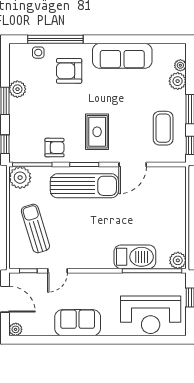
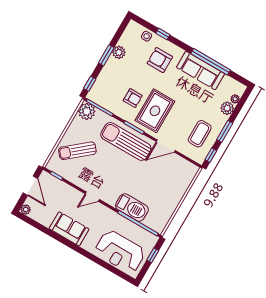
window: (55, 39) -> (163, 34), width x0.32
window: (128, 39) -> (211, 62), added
rug: (97, 132) -> (155, 111), width x1.36, depth x1.43
armchair: (55, 148) -> (133, 98), moved
sun lounger: (84, 186) -> (126, 141), turned 180
sun lounger: (35, 228) -> (77, 151), turned -113
plant: (178, 260) -> (159, 226), removed
door: (58, 271) -> (92, 197), moved

